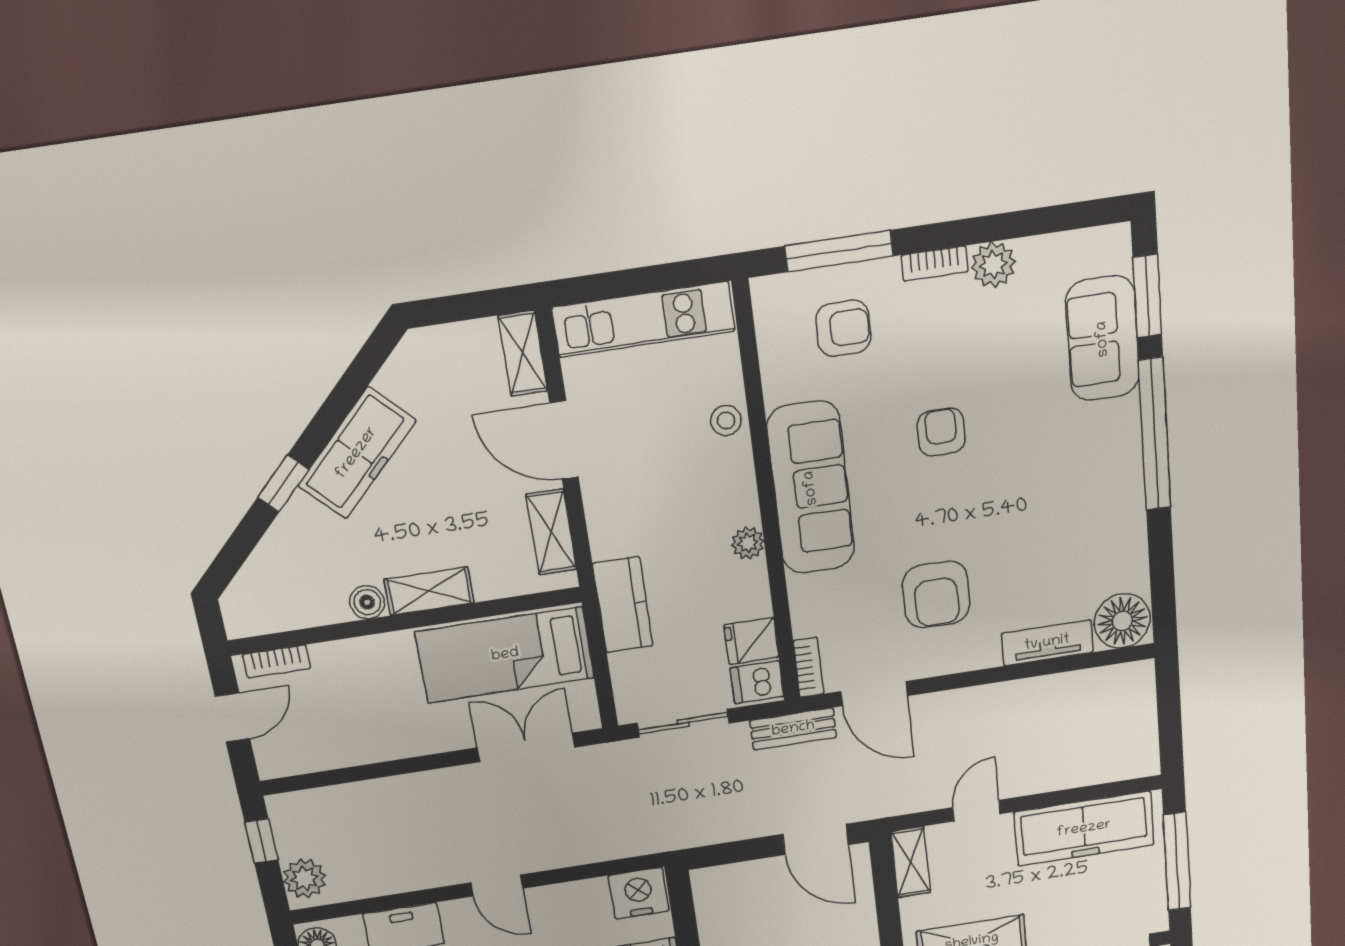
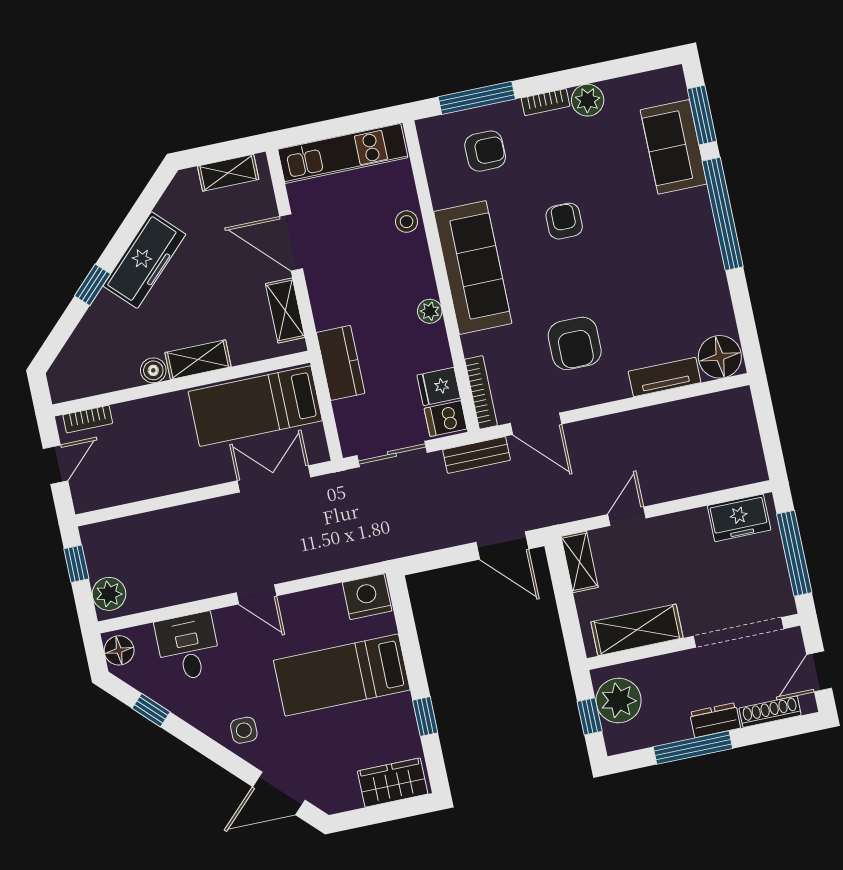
shelving: (523, 353) -> (228, 173), moved, turned 90
bookcase: (809, 667) -> (481, 392), width x1.56
freezer: (1084, 829) -> (739, 518), width x0.52, depth x0.79

